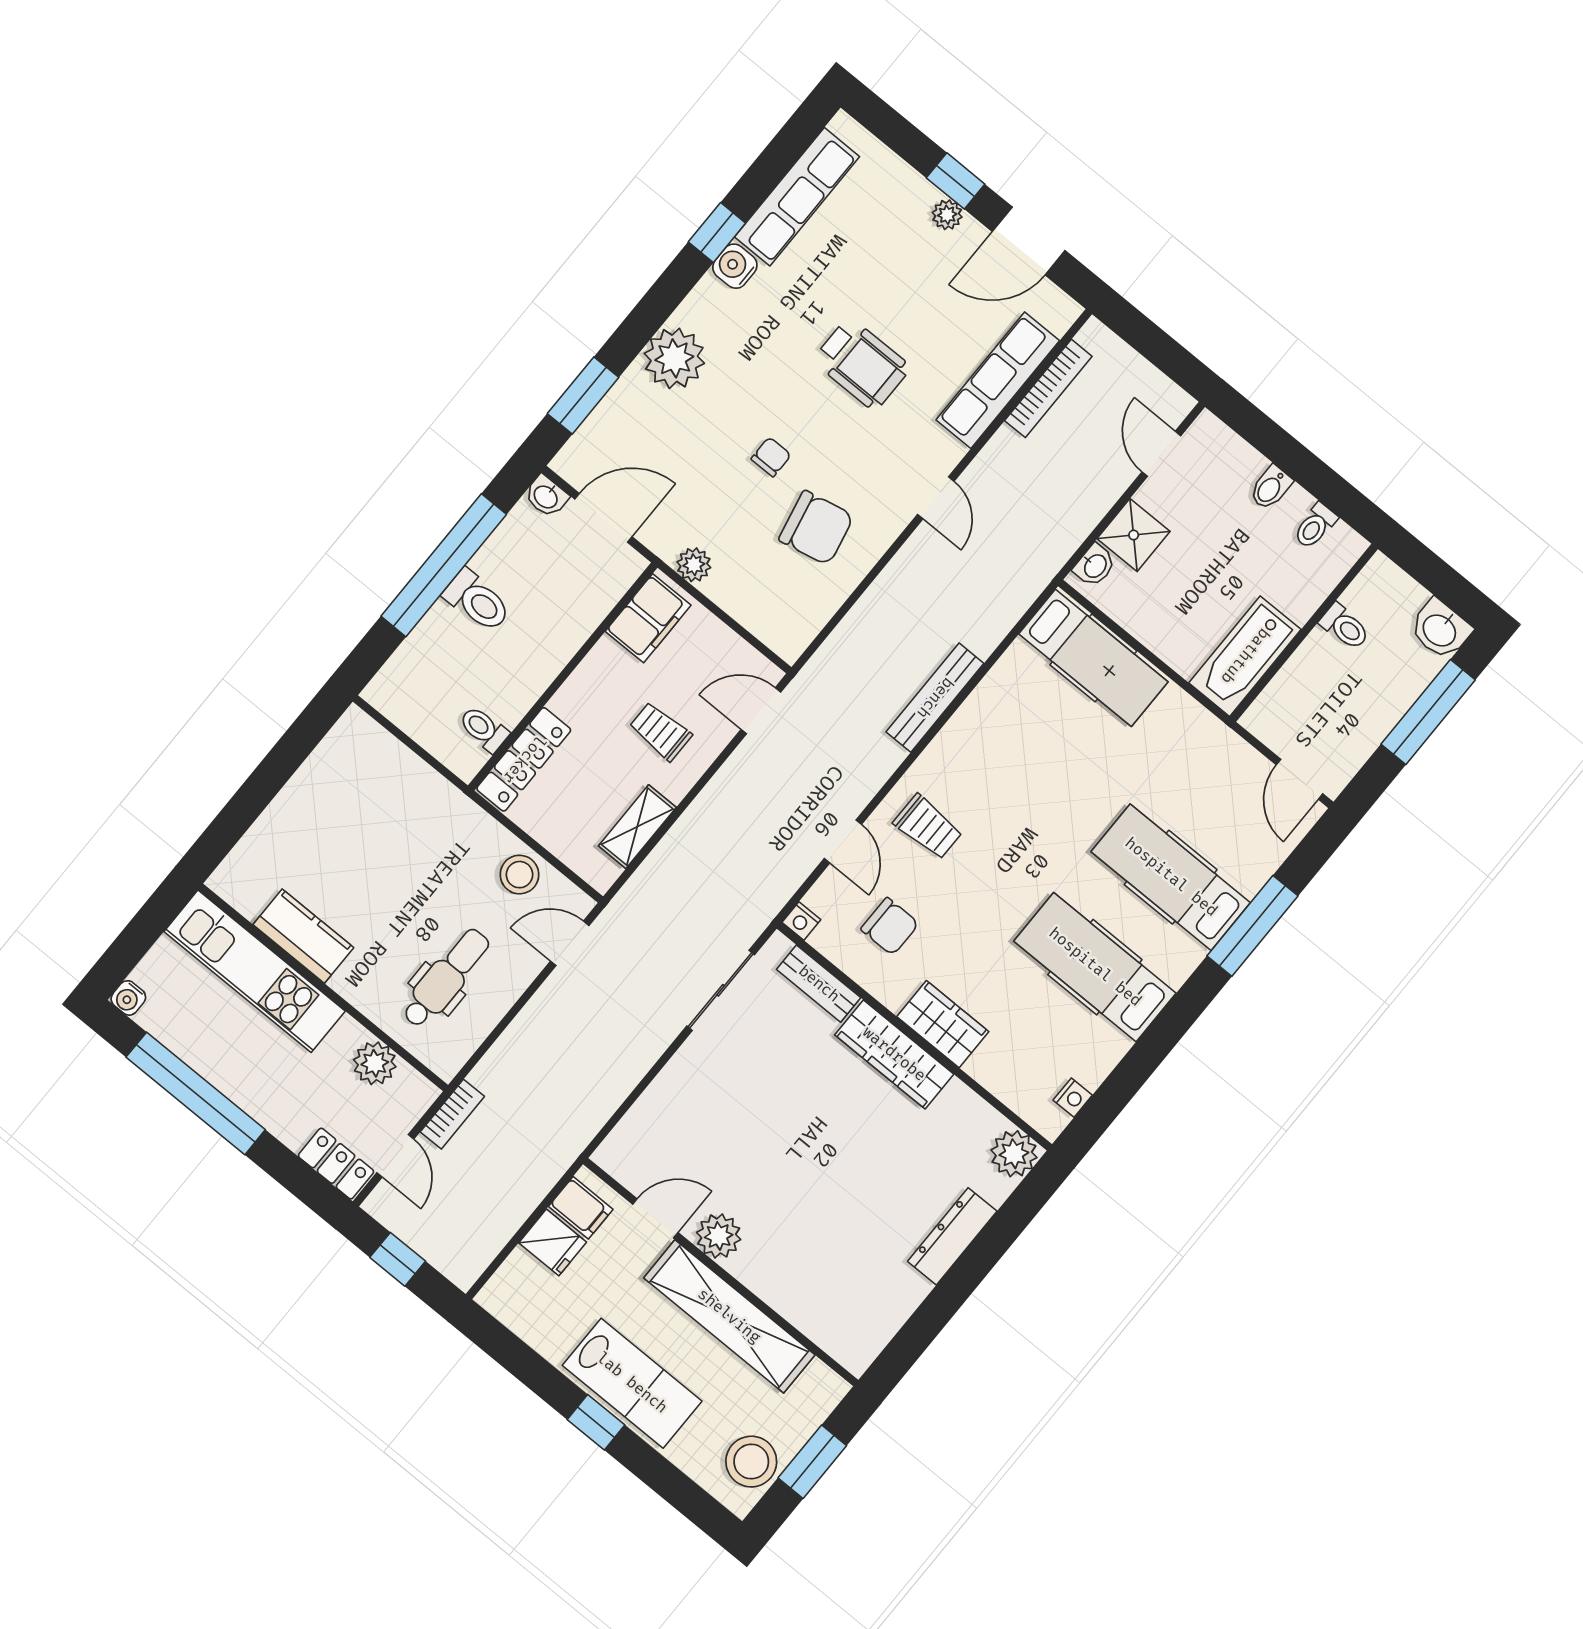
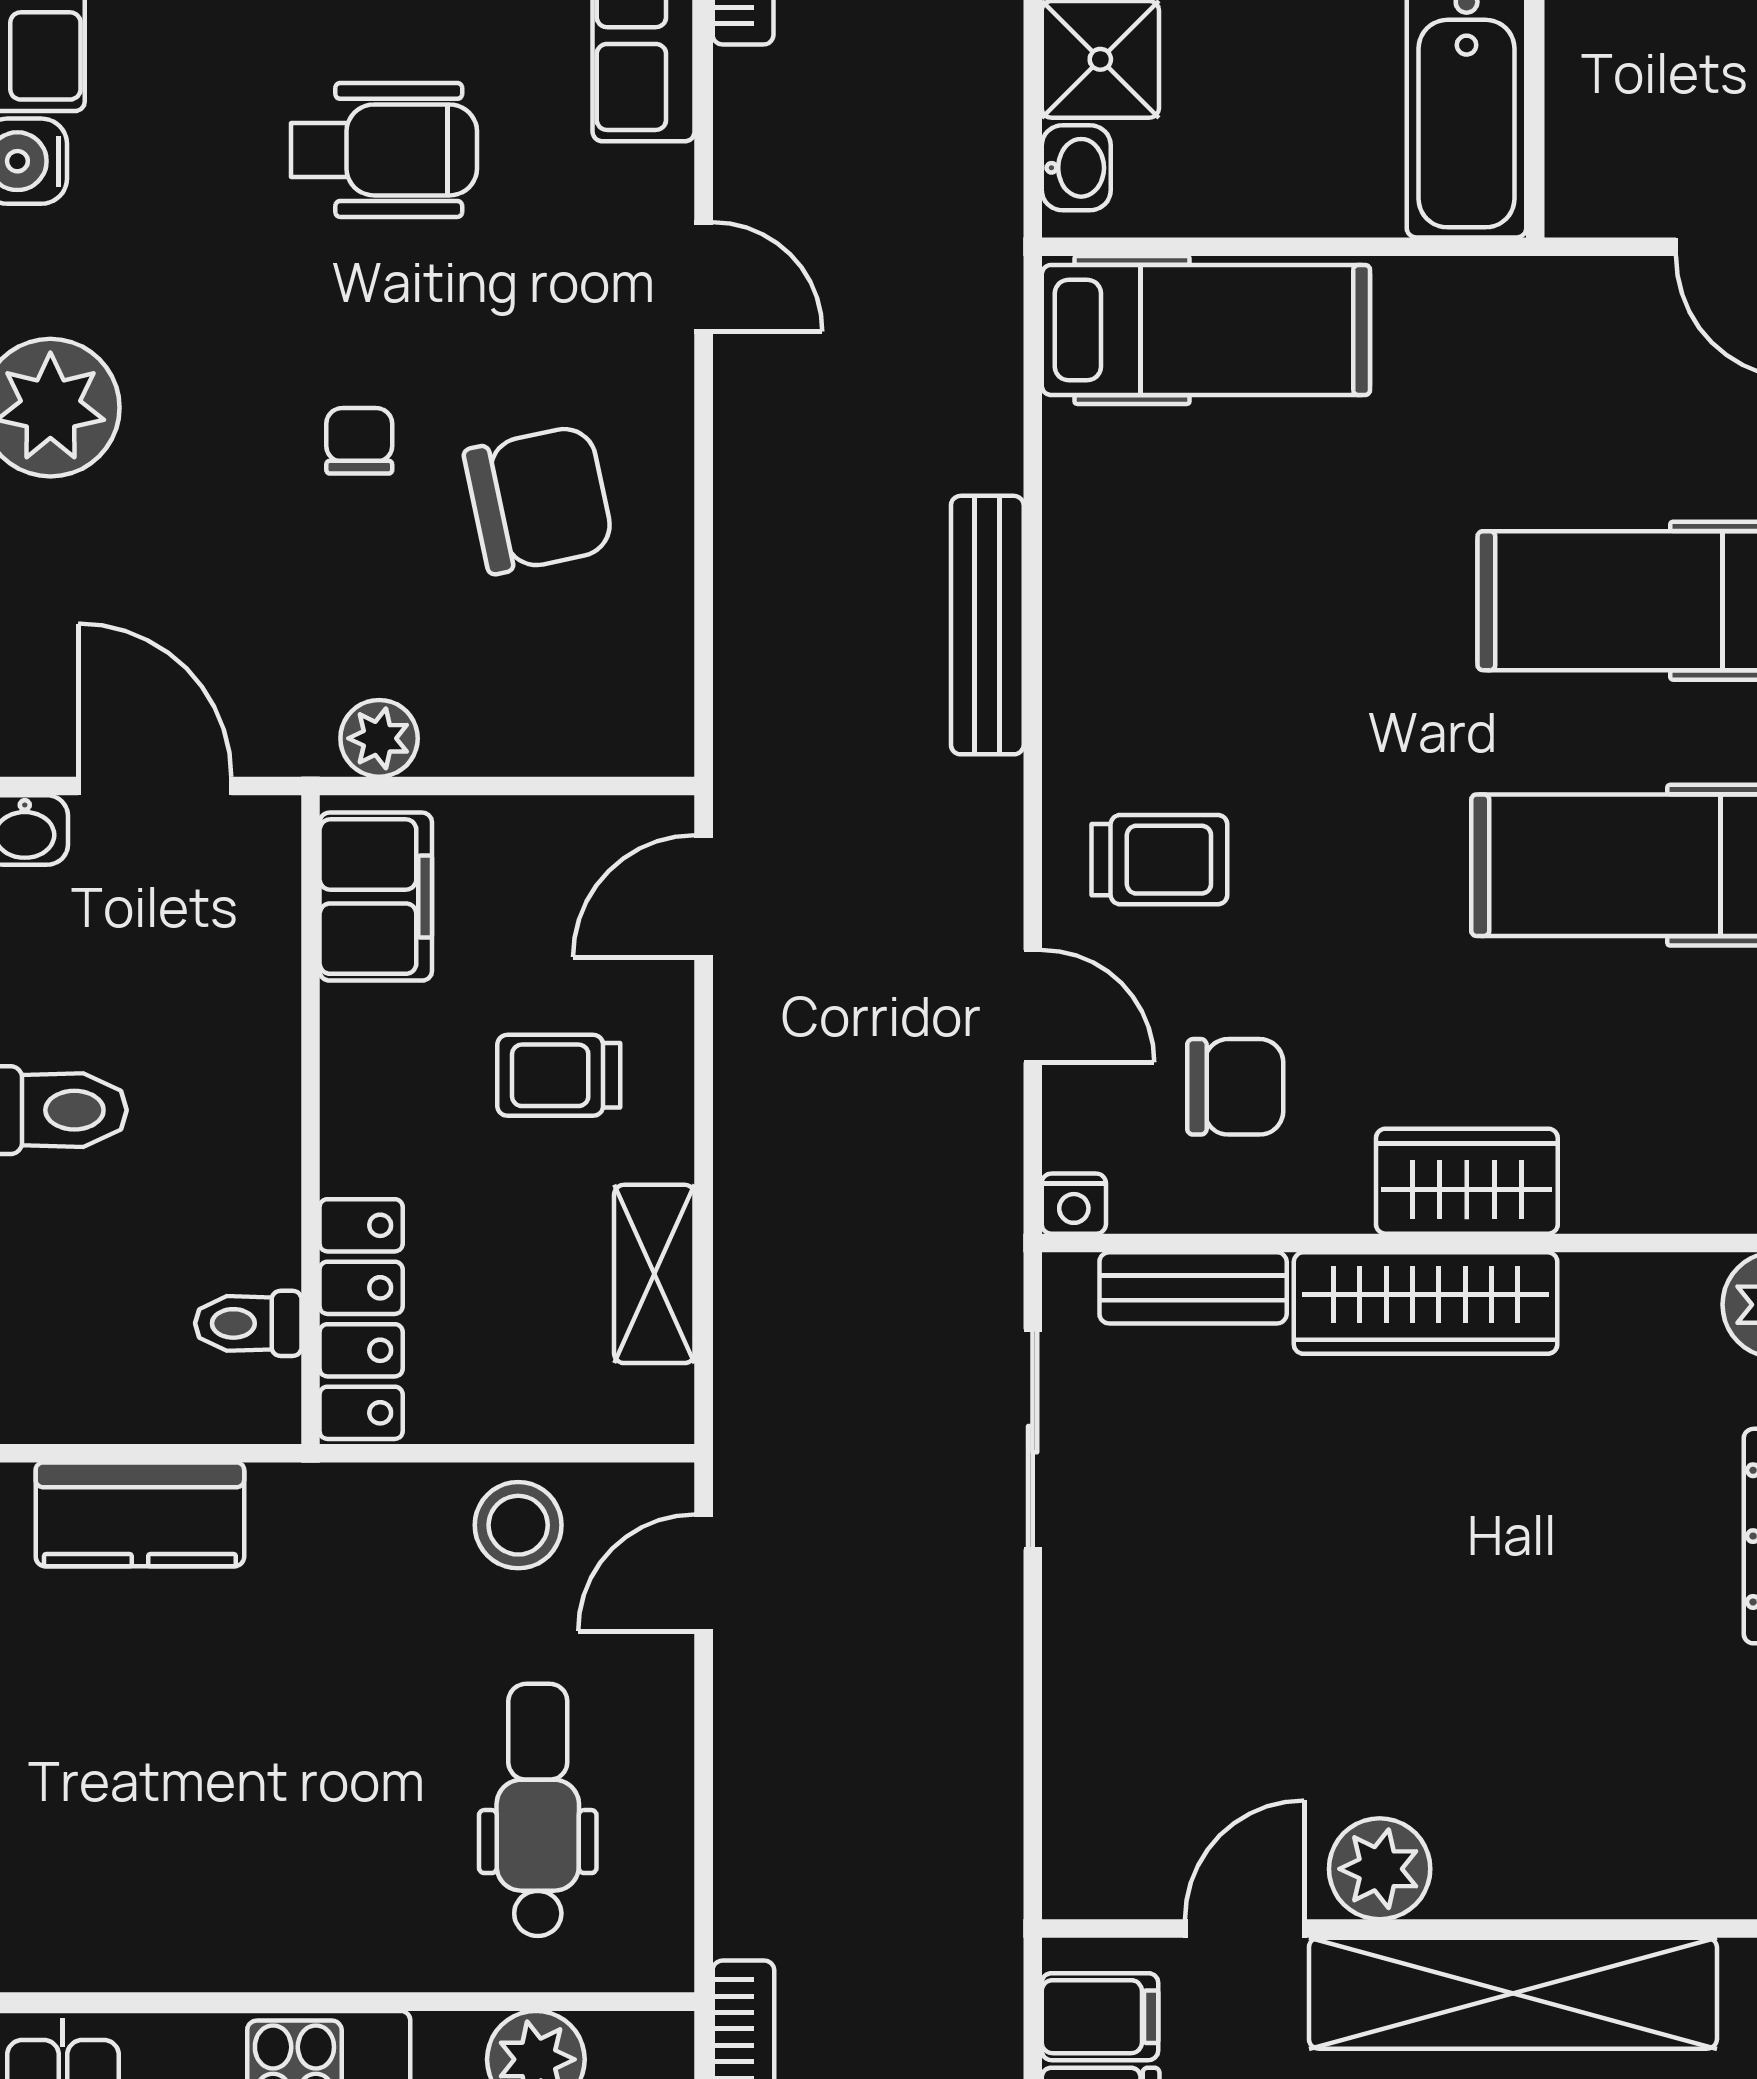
door: (603, 518) -> (155, 786), hinge flipped
kitchen counter: (303, 936) -> (140, 1514), moved, turned 180

